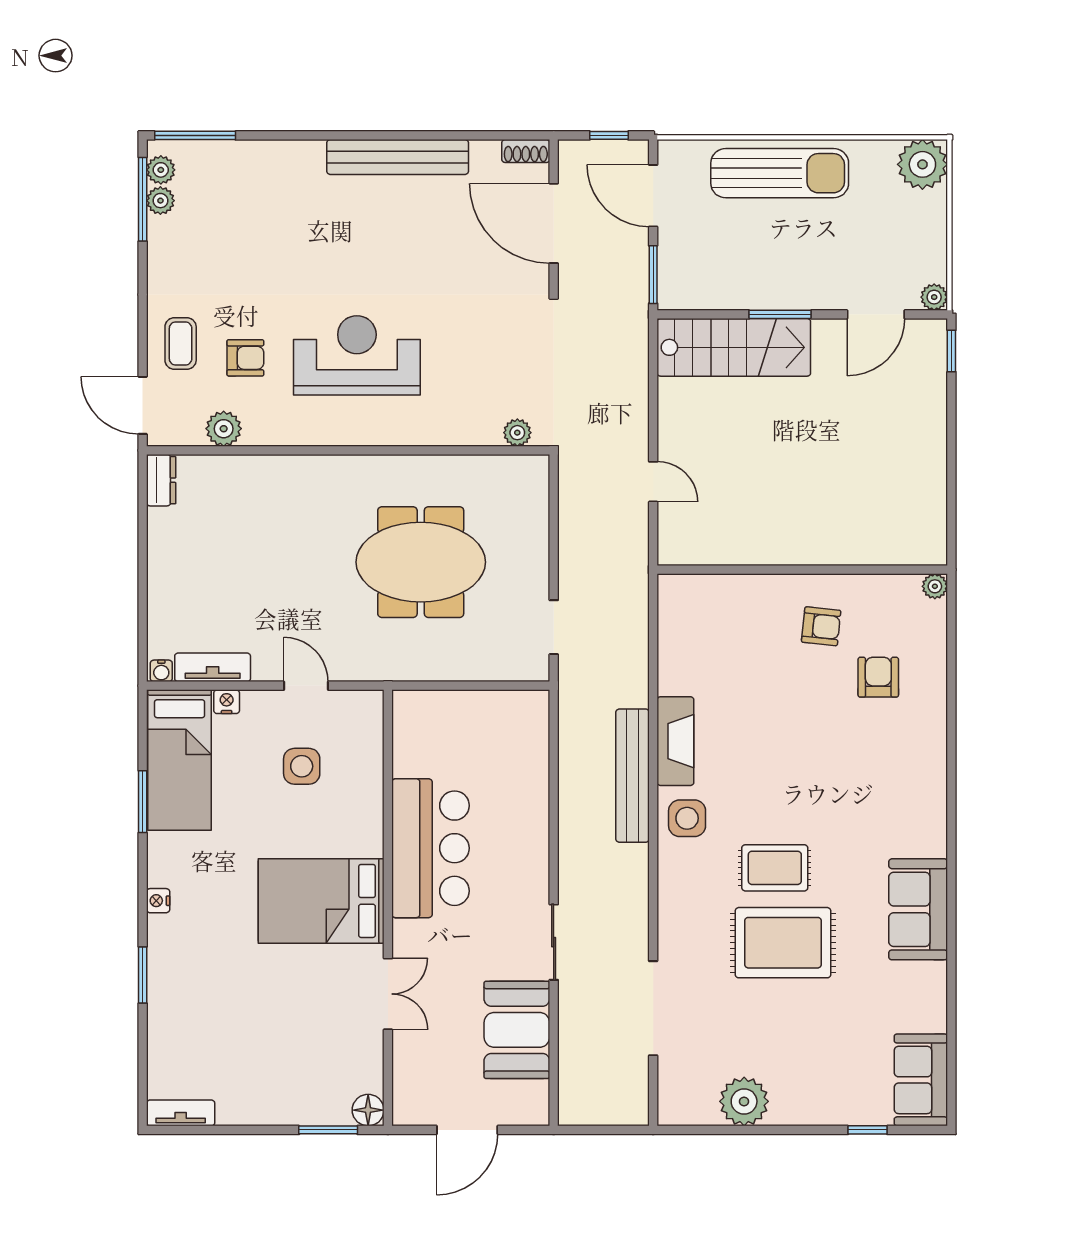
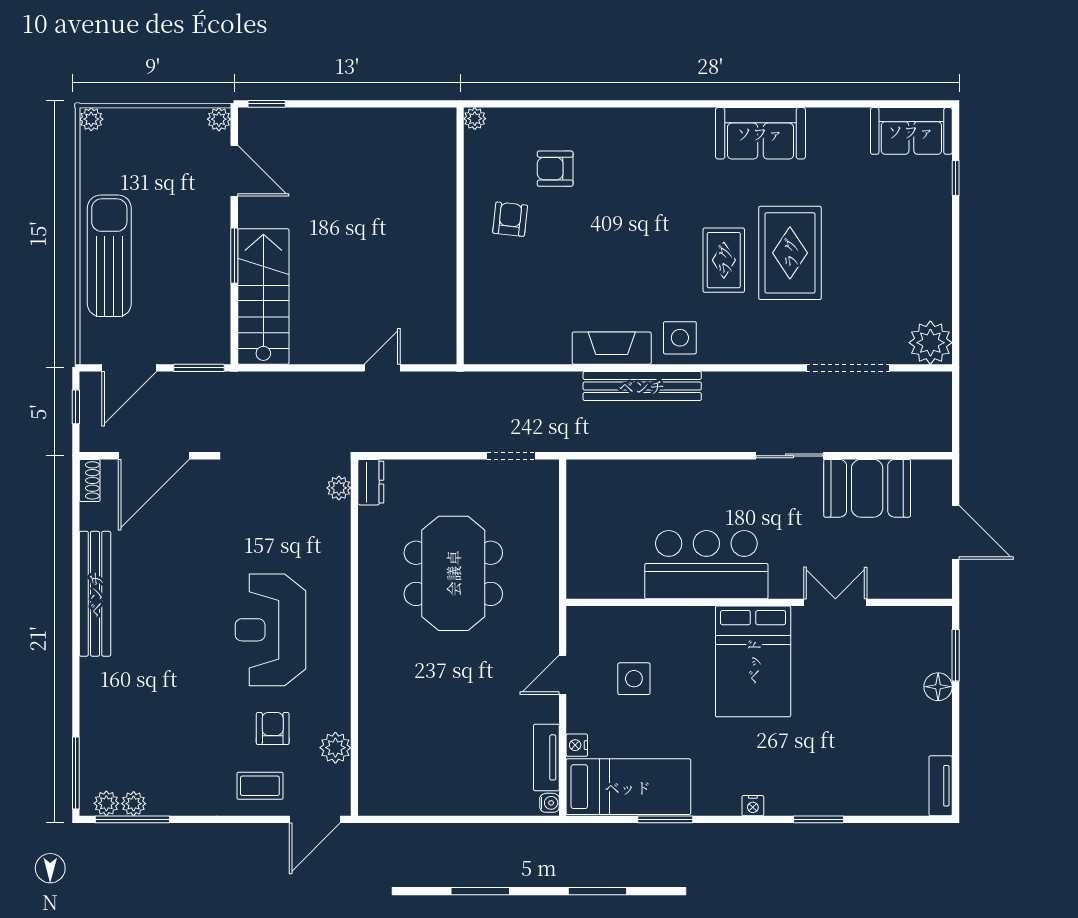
plant: (922, 164) -> (91, 119), width x0.53, depth x0.53
dresser: (161, 480) -> (371, 482), moved, turned 90
plant: (744, 1101) -> (930, 343), moved
floor lamp: (368, 1110) -> (938, 687), moved

